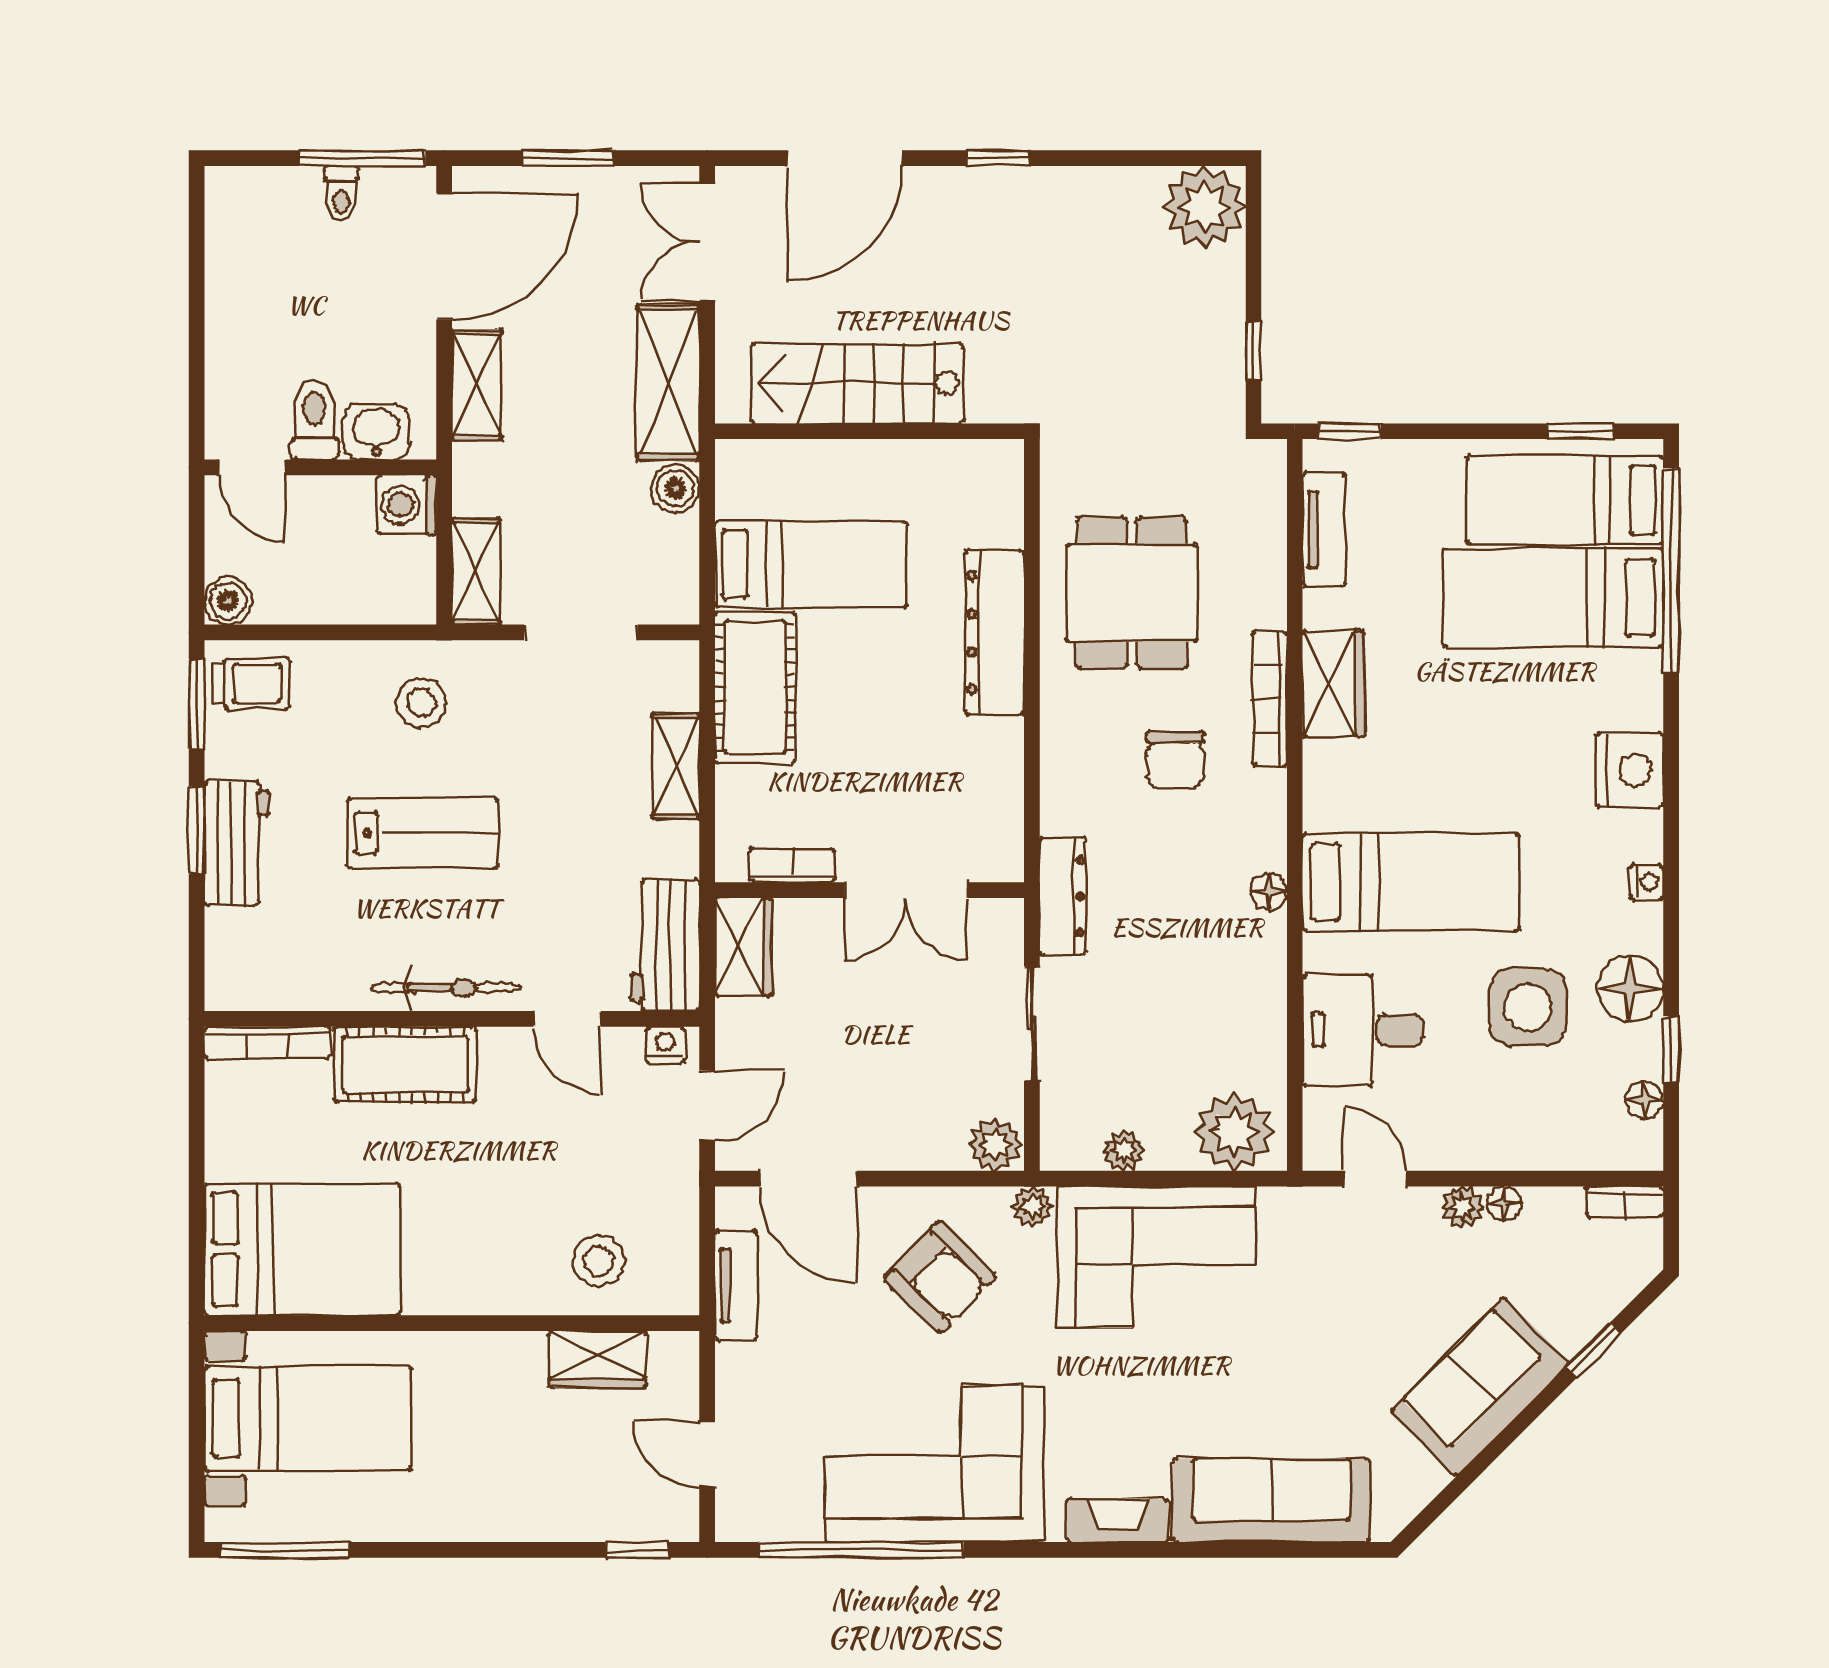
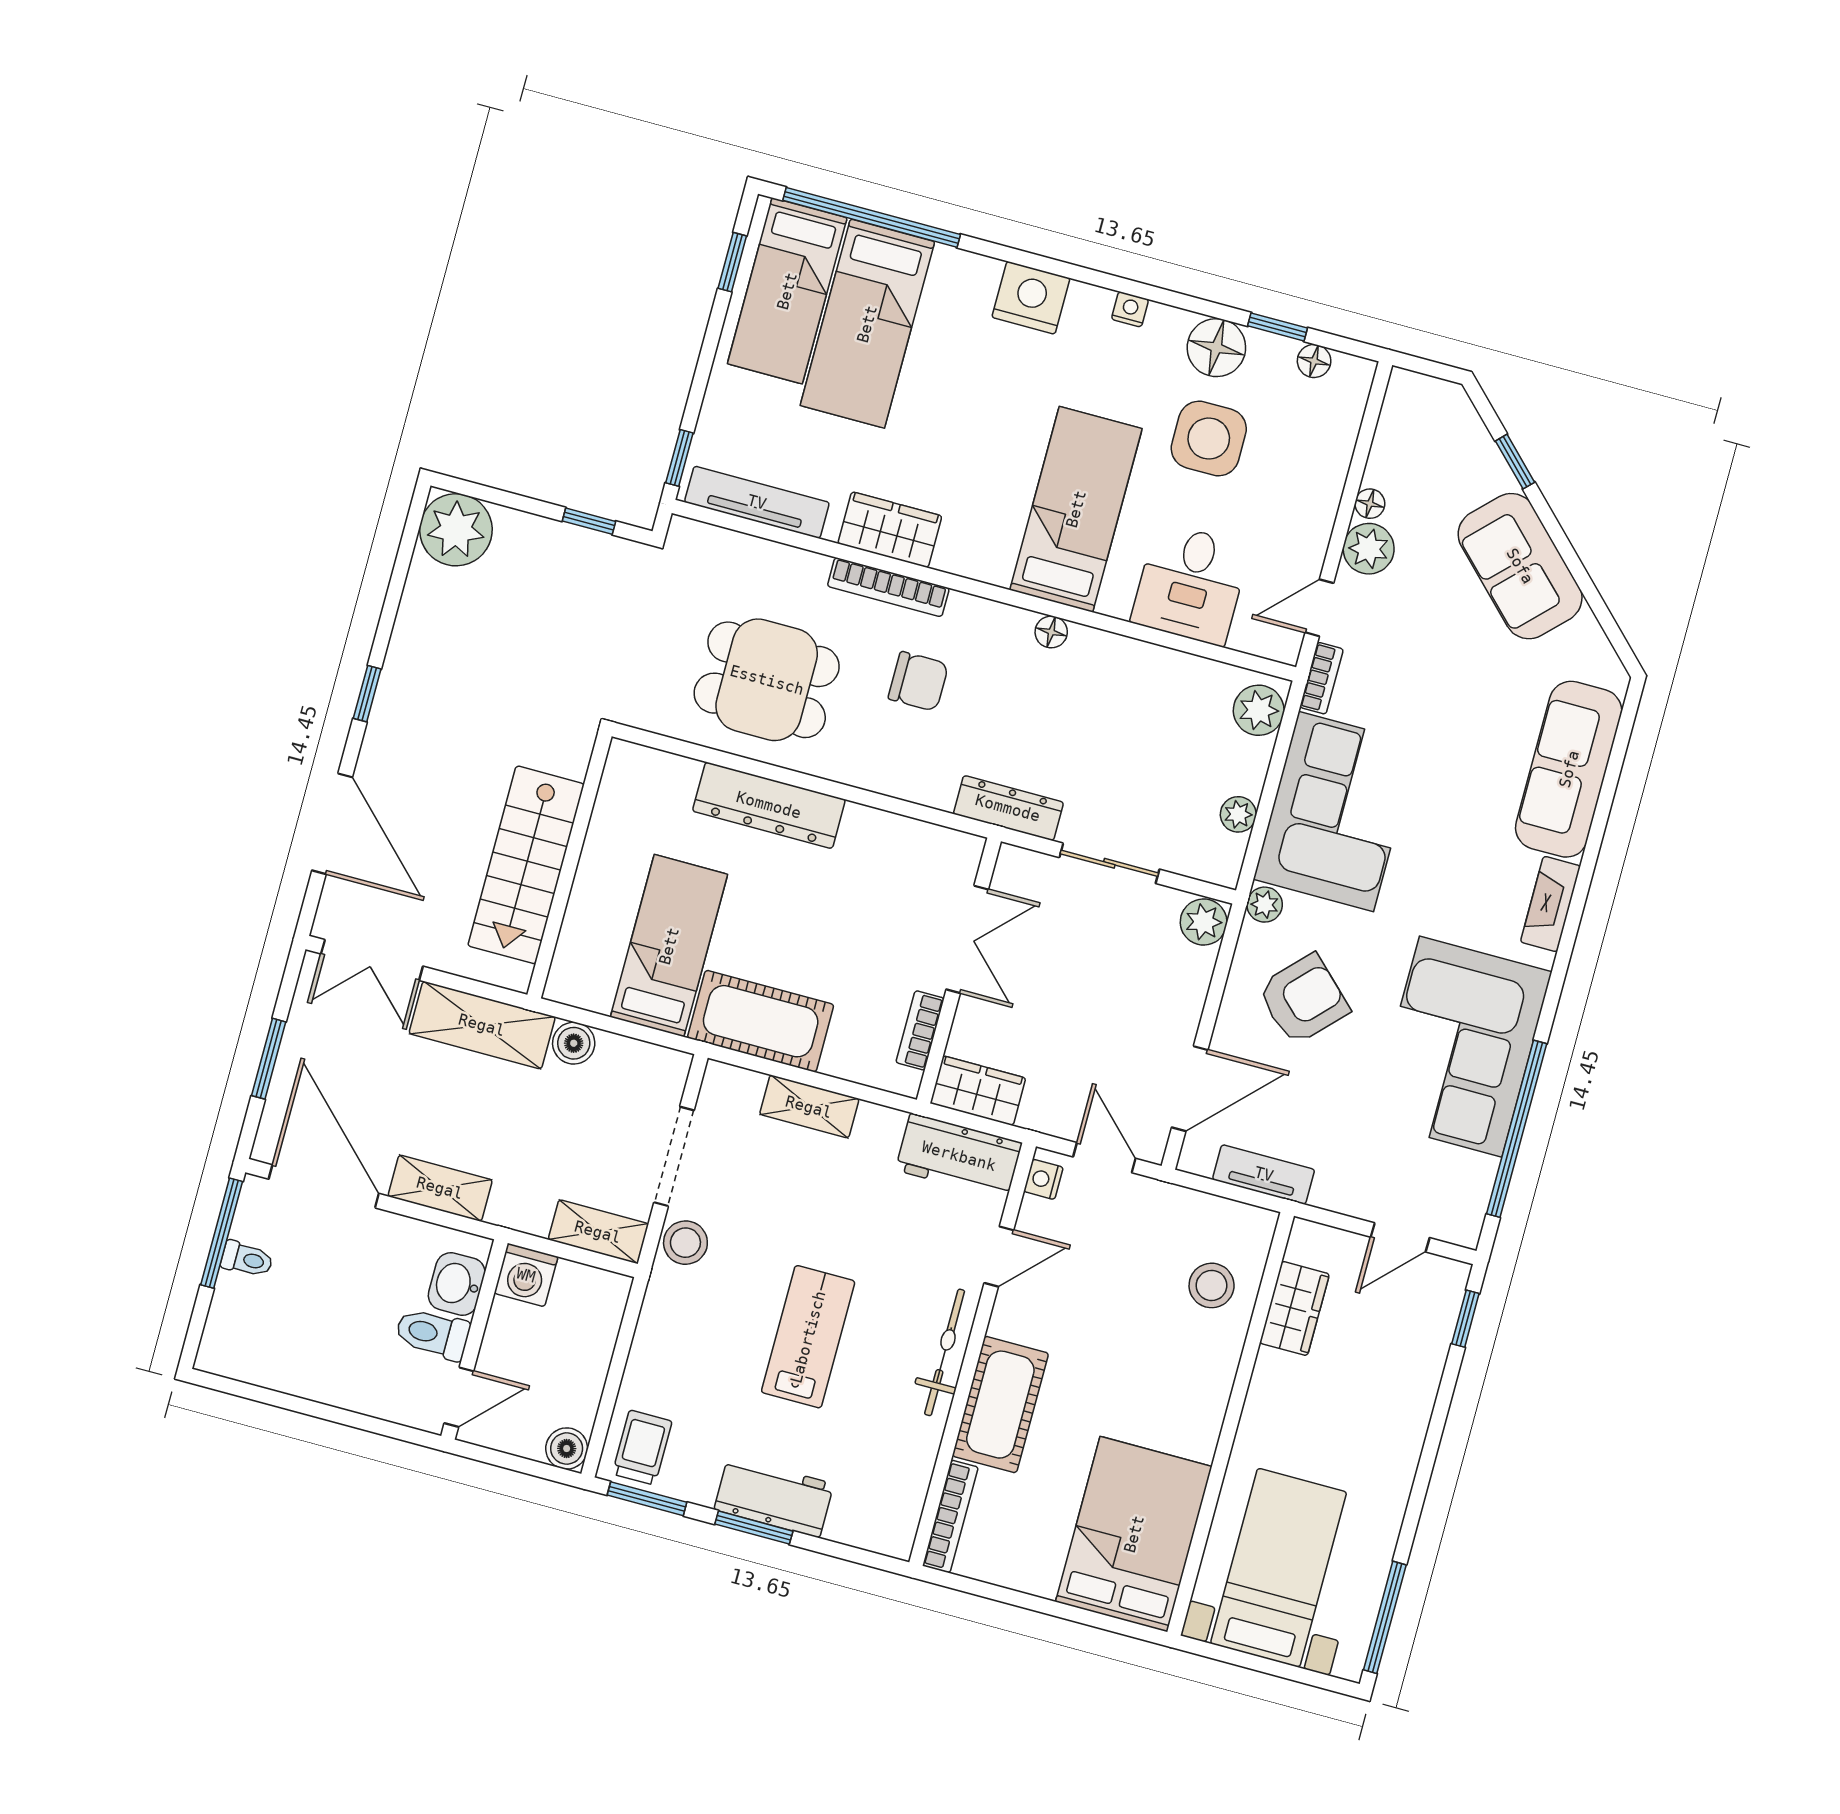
tv unit: (1324, 529) -> (757, 502), width x1.41
stool: (421, 702) -> (685, 1243), moved
plant: (1234, 1132) -> (1259, 710), width x0.73, depth x0.73
bookcase: (1625, 1202) -> (1322, 678), moved
plant: (1462, 1207) -> (1369, 549), width x1.38, depth x1.38

